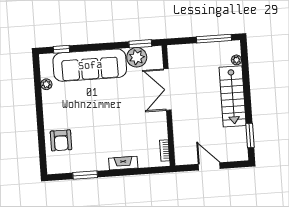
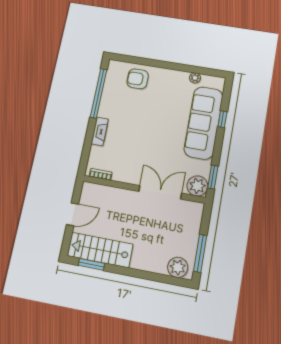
window: (61, 49) -> (222, 119), moved
plant: (137, 57) -> (197, 186), moved
plant: (236, 60) -> (178, 267), width x1.88, depth x1.88
stairs: (233, 96) -> (100, 250), moved
window: (85, 175) -> (99, 93), width x2.11

